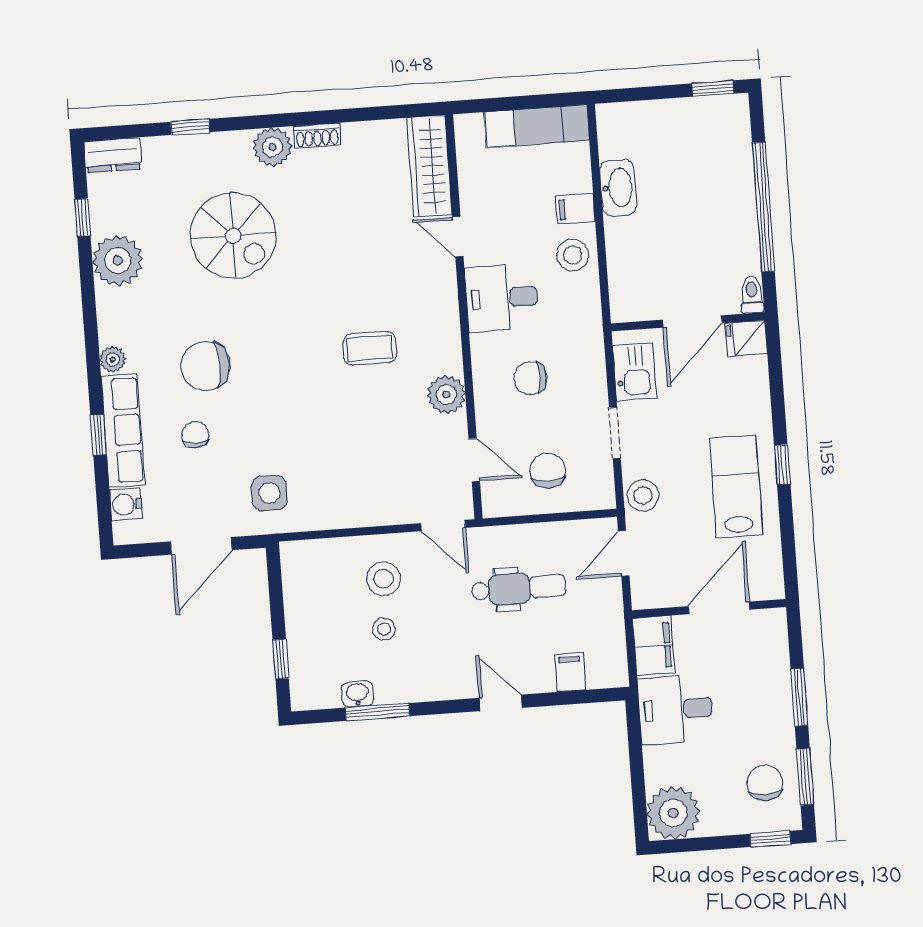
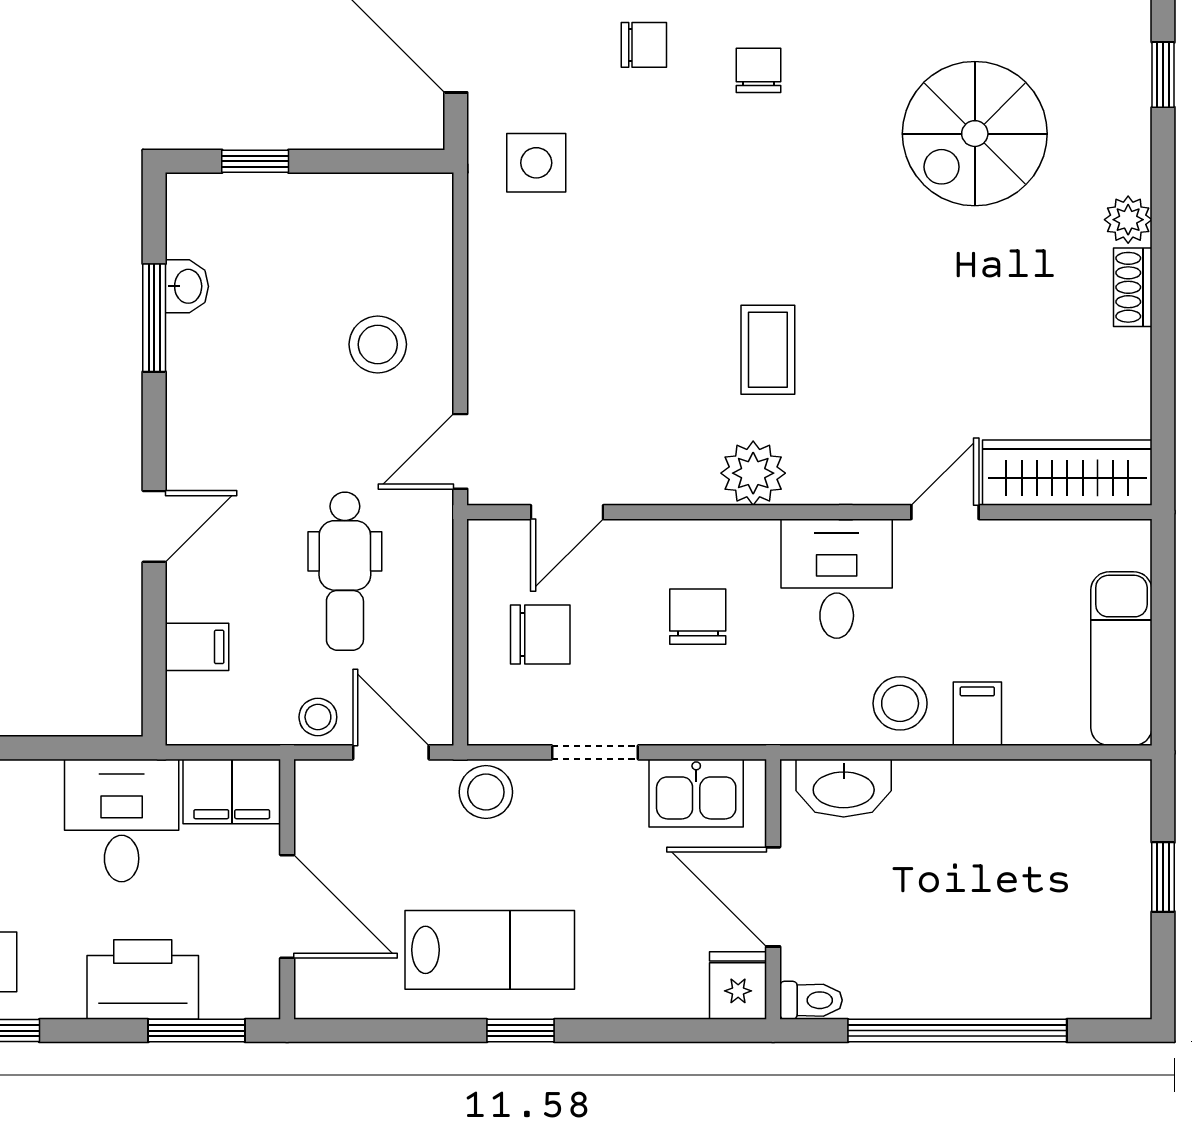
window: (713, 89) -> (1163, 877), moved
plant: (272, 147) -> (1128, 220), width x0.73, depth x0.73
washbasin: (618, 188) -> (844, 788), moved
chair: (205, 366) -> (758, 70), width x0.54, depth x0.54
plant: (446, 394) -> (753, 473), moved
stool: (384, 629) -> (318, 717), moved
printer: (768, 690) -> (143, 979), added
window: (799, 697) -> (197, 1031), moved

